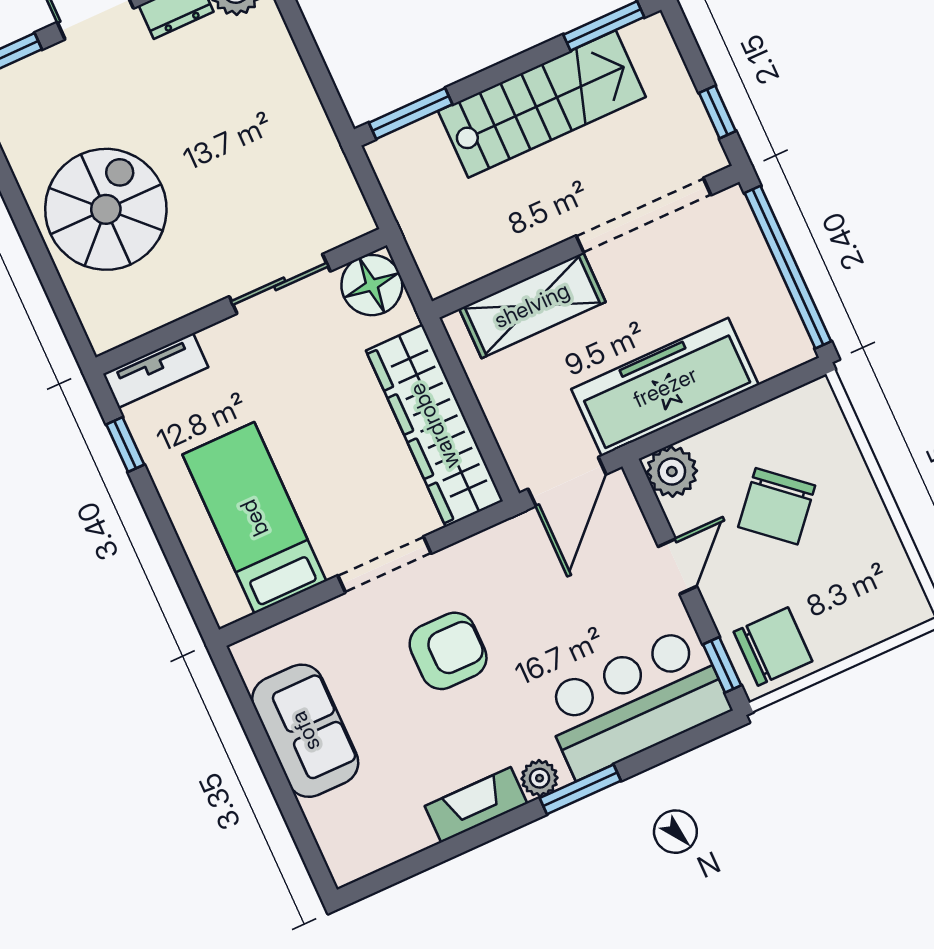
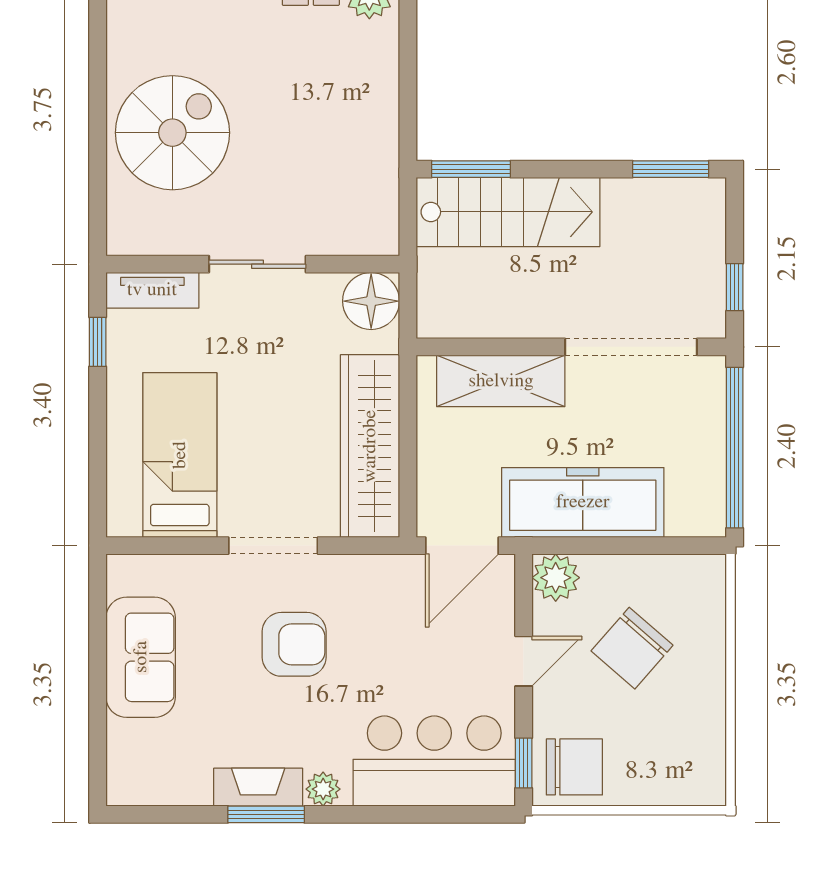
stairs: (542, 104) -> (508, 212), moved
sliding door: (280, 284) -> (257, 264), moved
window: (580, 789) -> (266, 814), moved

